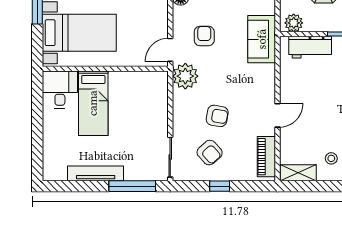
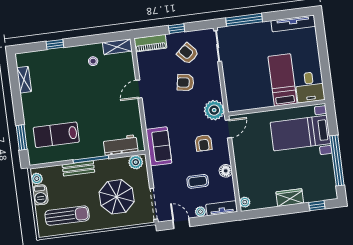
piano: (266, 157) -> (150, 43), moved, turned 90
tv unit: (96, 173) -> (293, 23), moved

